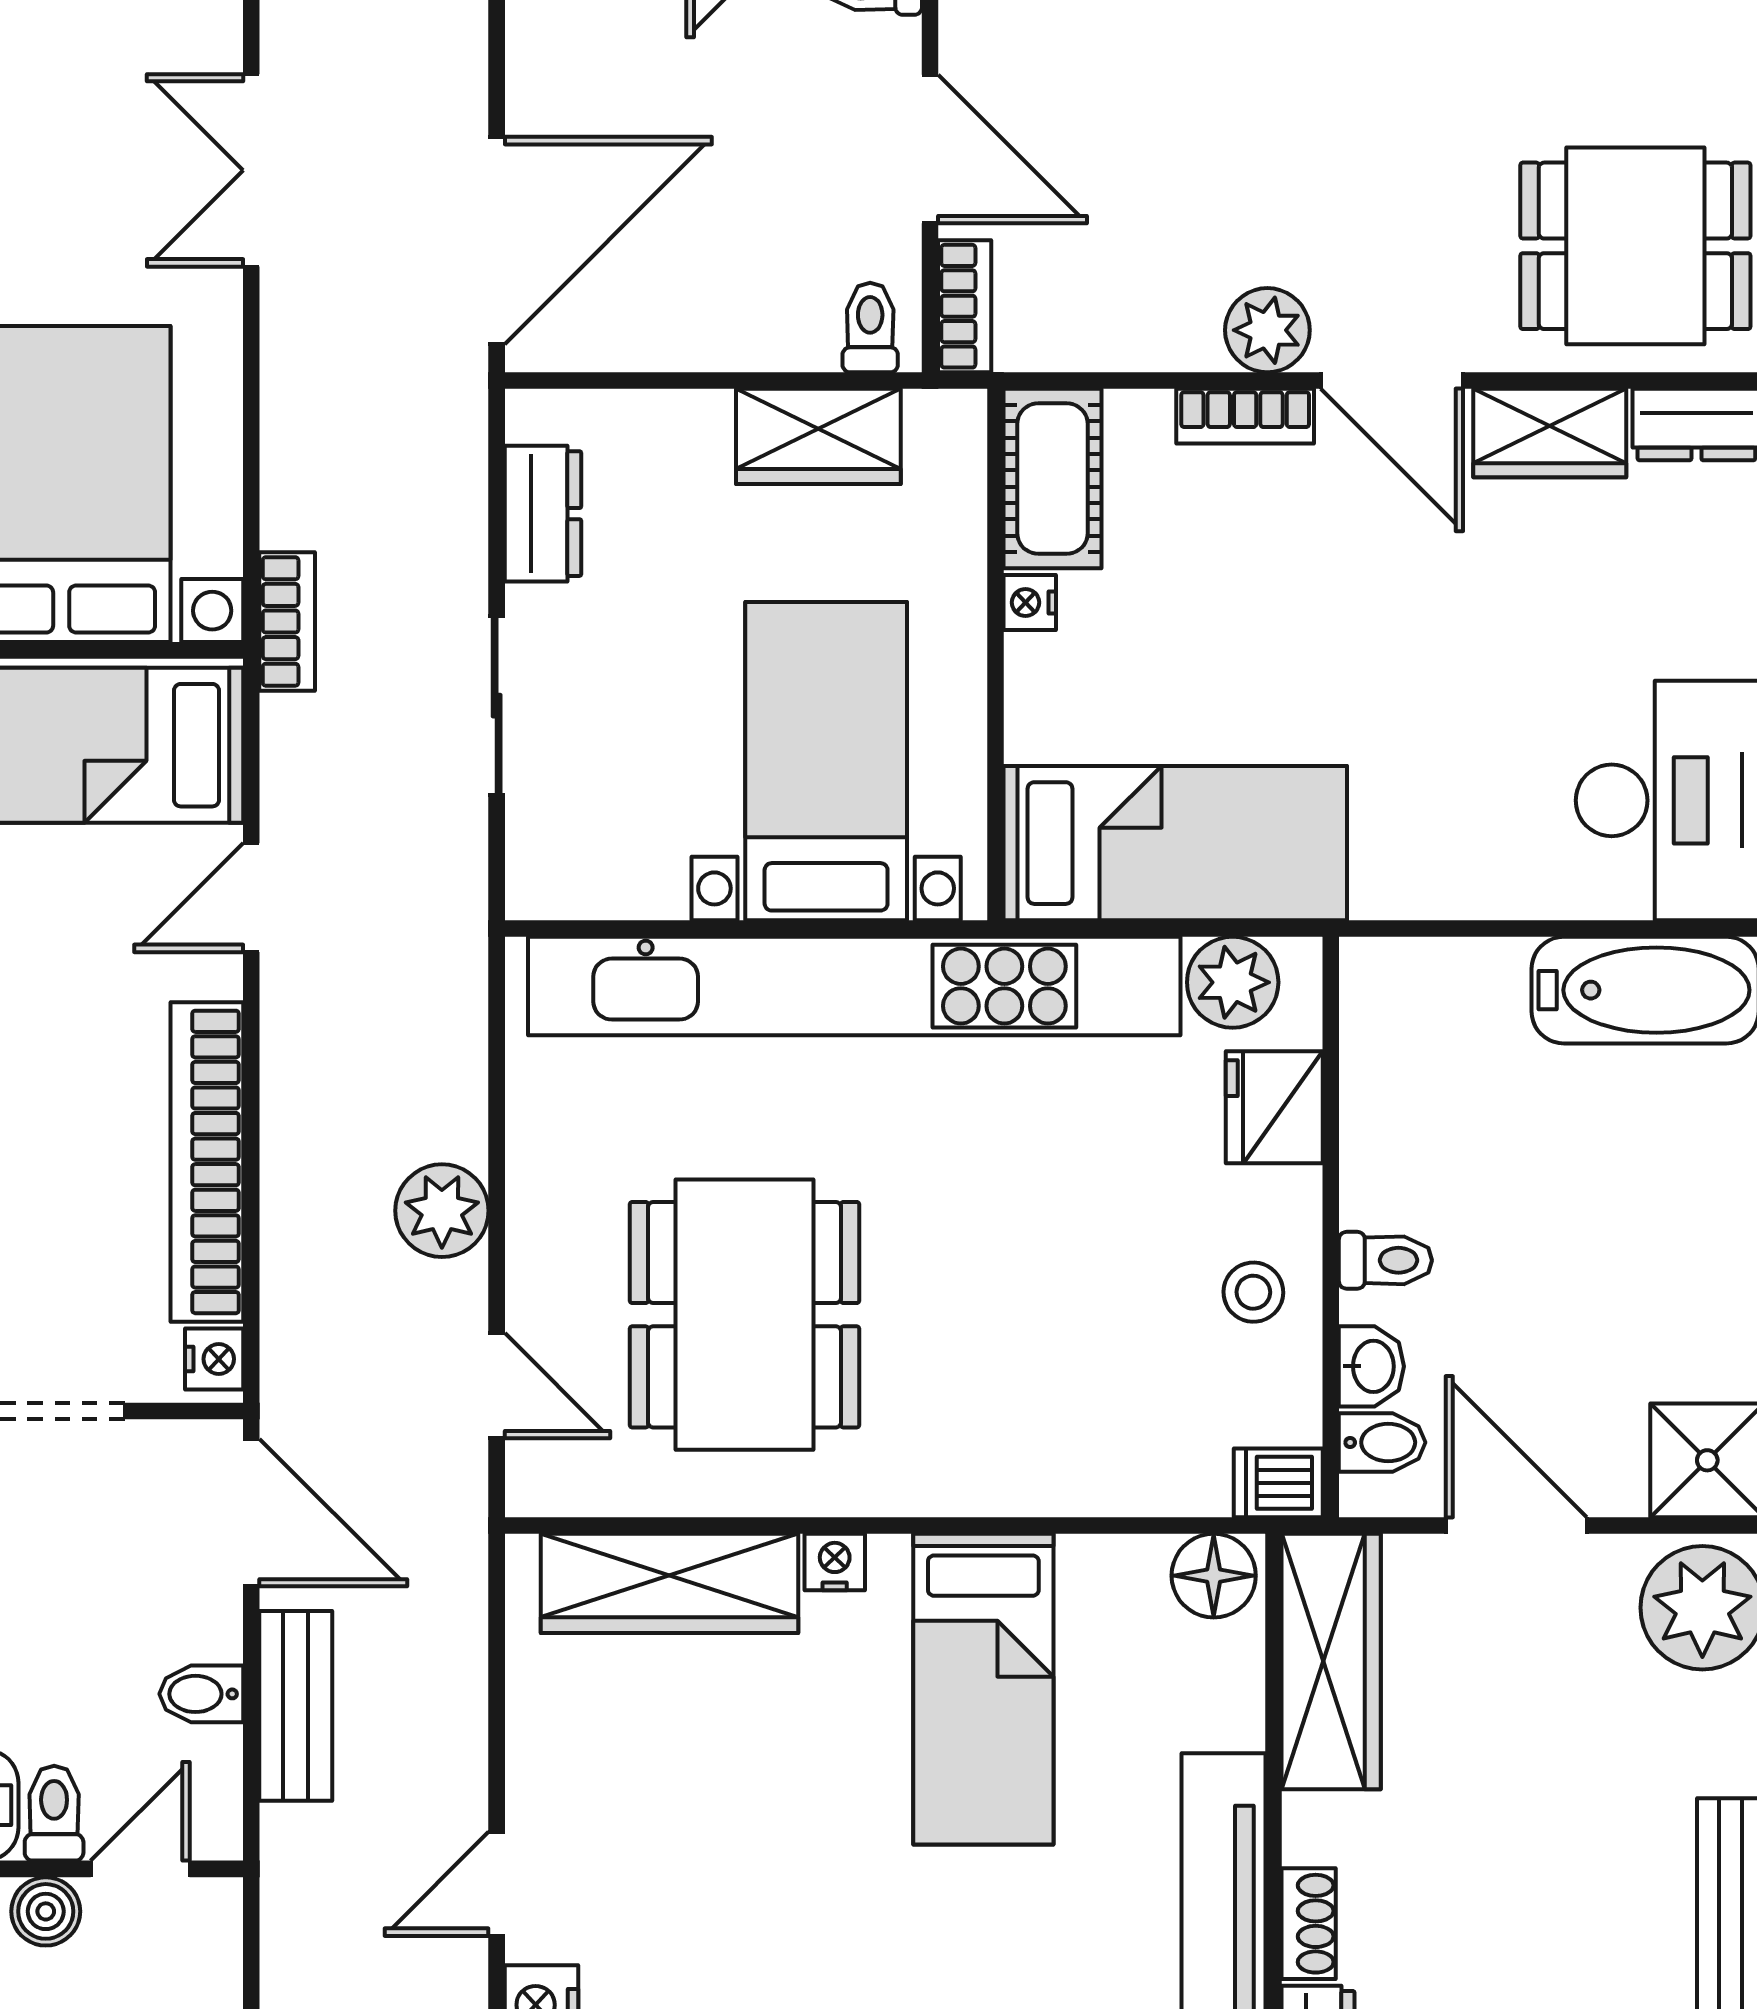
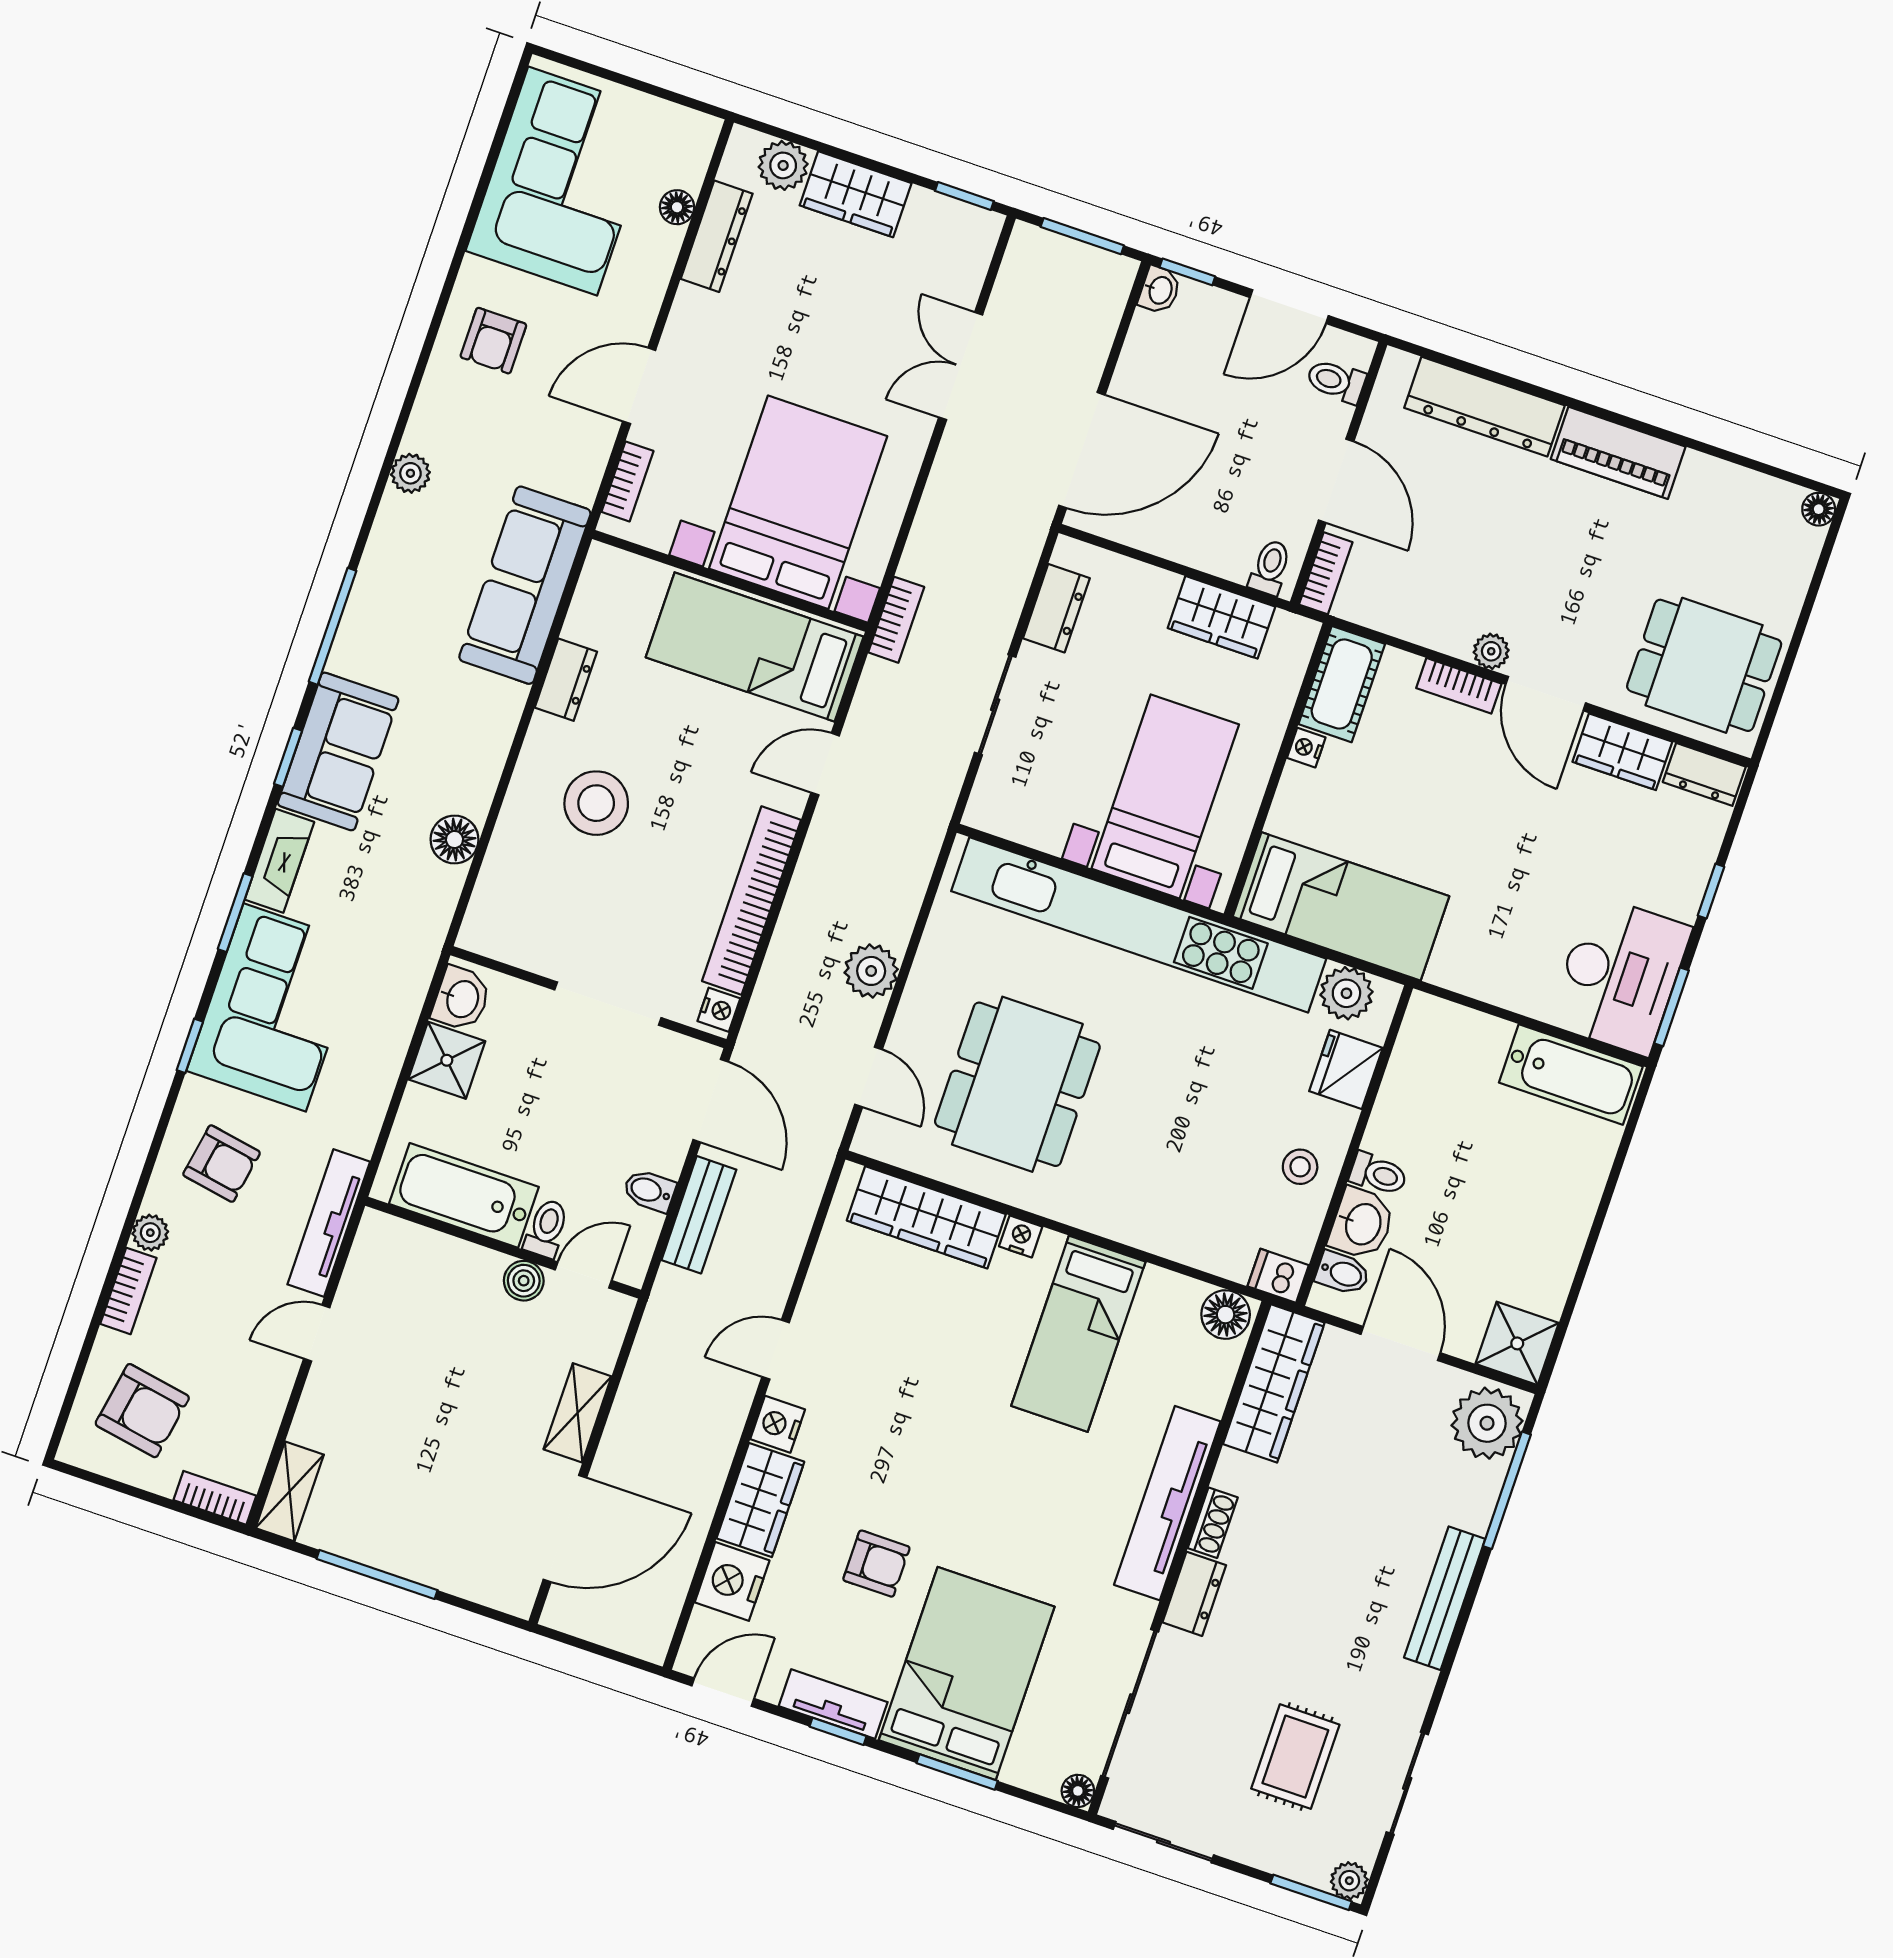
plant: (1267, 330) -> (1491, 651), width x0.73, depth x0.73
washbasin: (1371, 1366) -> (1362, 1224), width x1.38, depth x1.45

